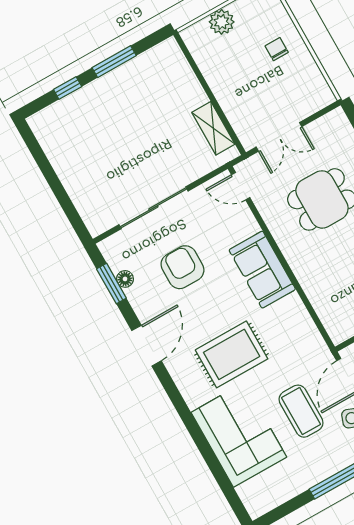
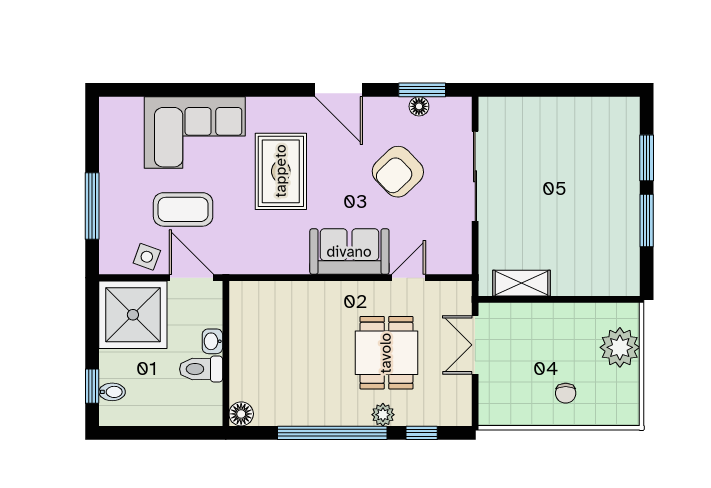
plant: (222, 22) -> (620, 347), width x1.36, depth x1.36
chair: (277, 49) -> (566, 393), turned 90
window: (68, 88) -> (647, 158), width x1.50
door: (241, 186) -> (409, 278), moved
armchair: (182, 267) -> (398, 172), turned 136

